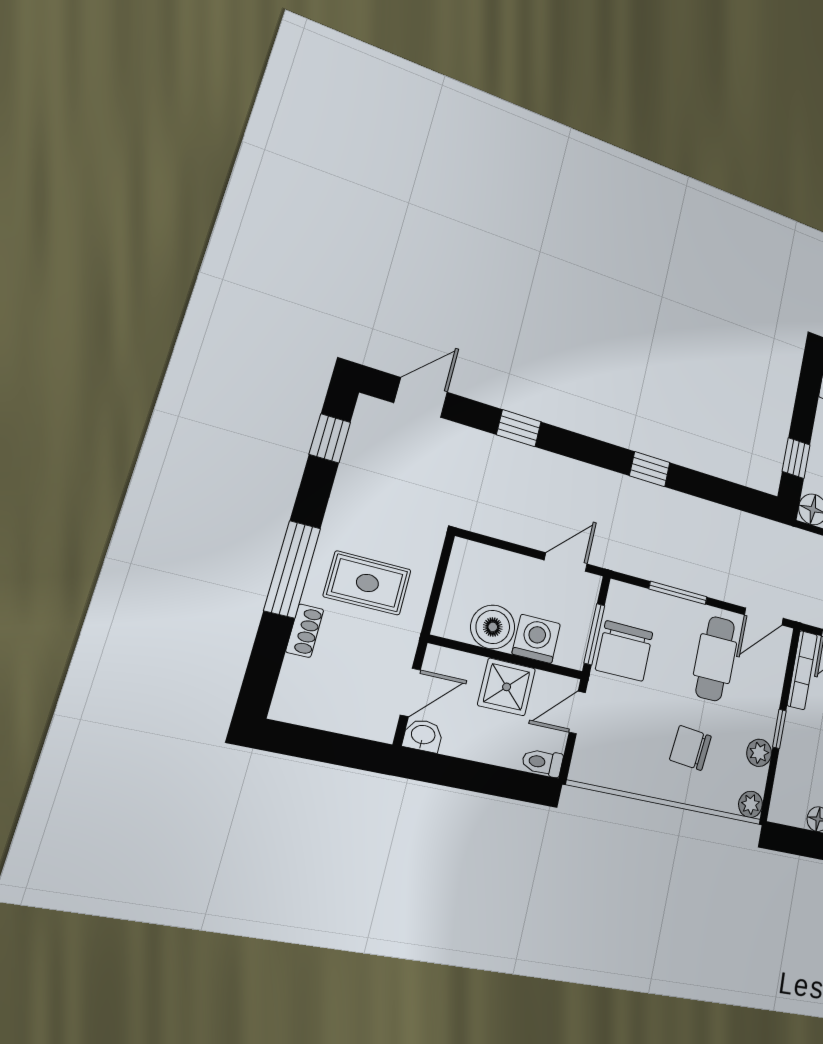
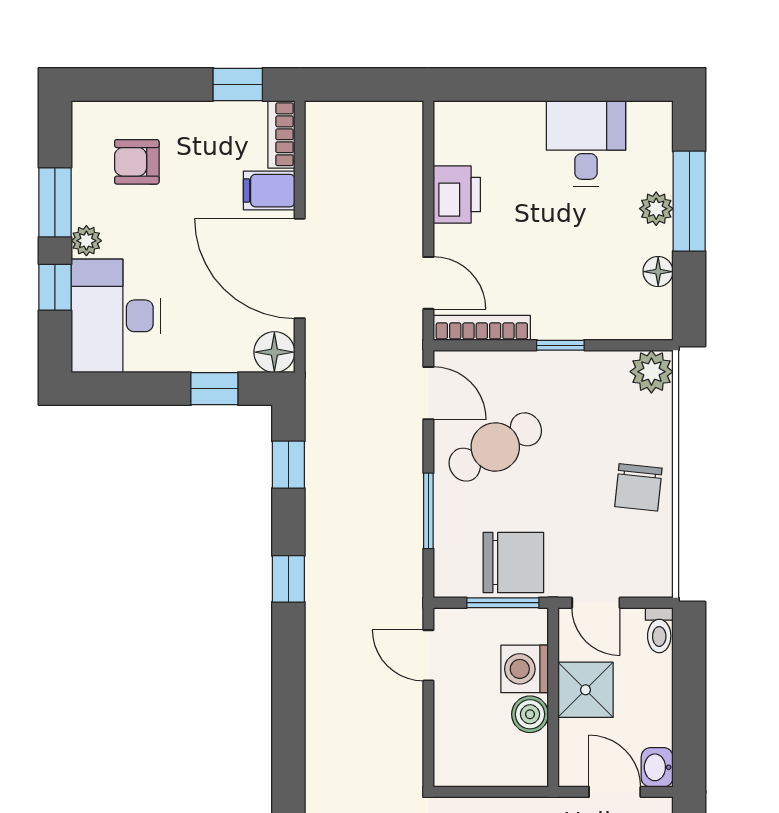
window: (519, 428) -> (288, 465), moved
boiler: (493, 627) -> (530, 714), width x0.73, depth x0.73
cafe table: (715, 659) -> (495, 447), turned -30
chair: (691, 748) -> (638, 487), moved
plant: (759, 753) -> (595, 367), removed
plant: (751, 804) -> (651, 372), width x1.38, depth x1.38

